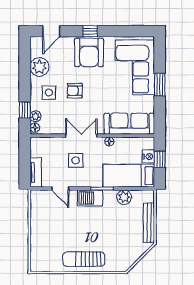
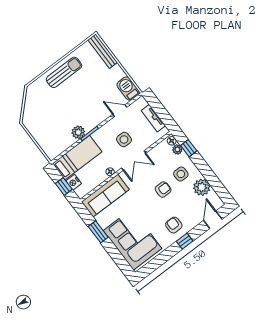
armchair: (89, 52) -> (174, 225), width x0.53, depth x0.53
window: (160, 85) -> (98, 232), moved
tv unit: (36, 172) -> (153, 118), moved
plant: (124, 197) -> (78, 132), moved
barbecue: (90, 198) -> (128, 89), moved, turned -90
bench: (149, 223) -> (103, 51), moved

